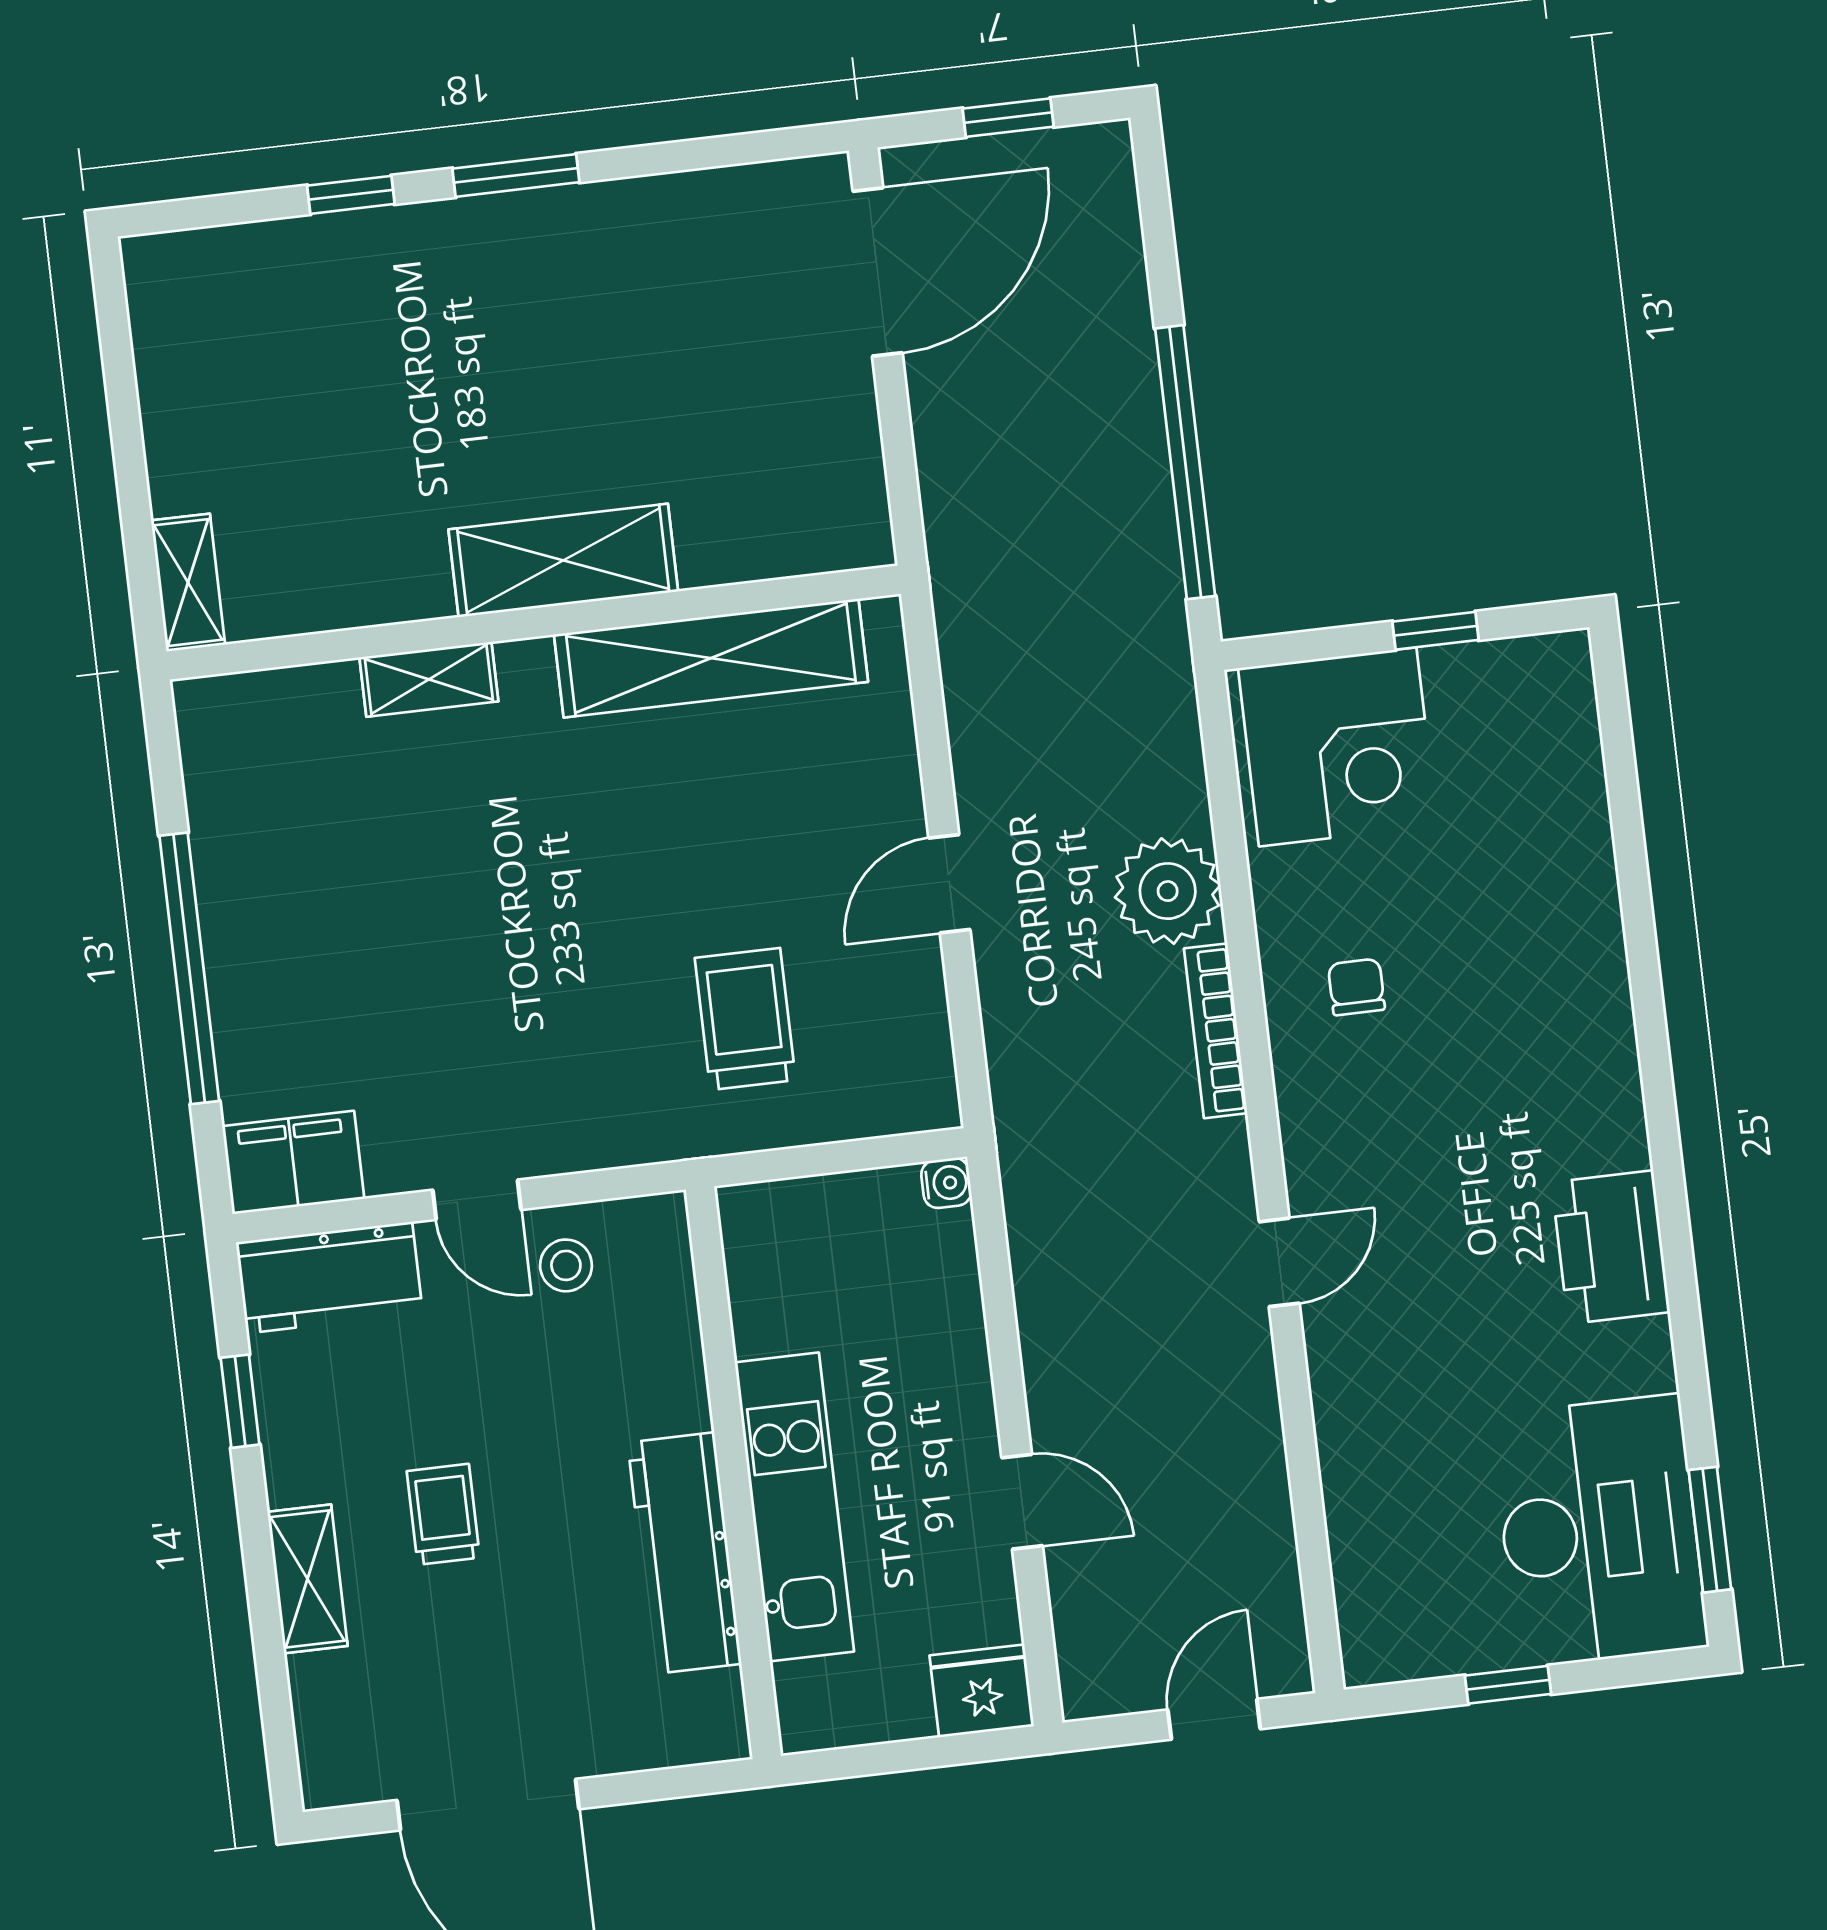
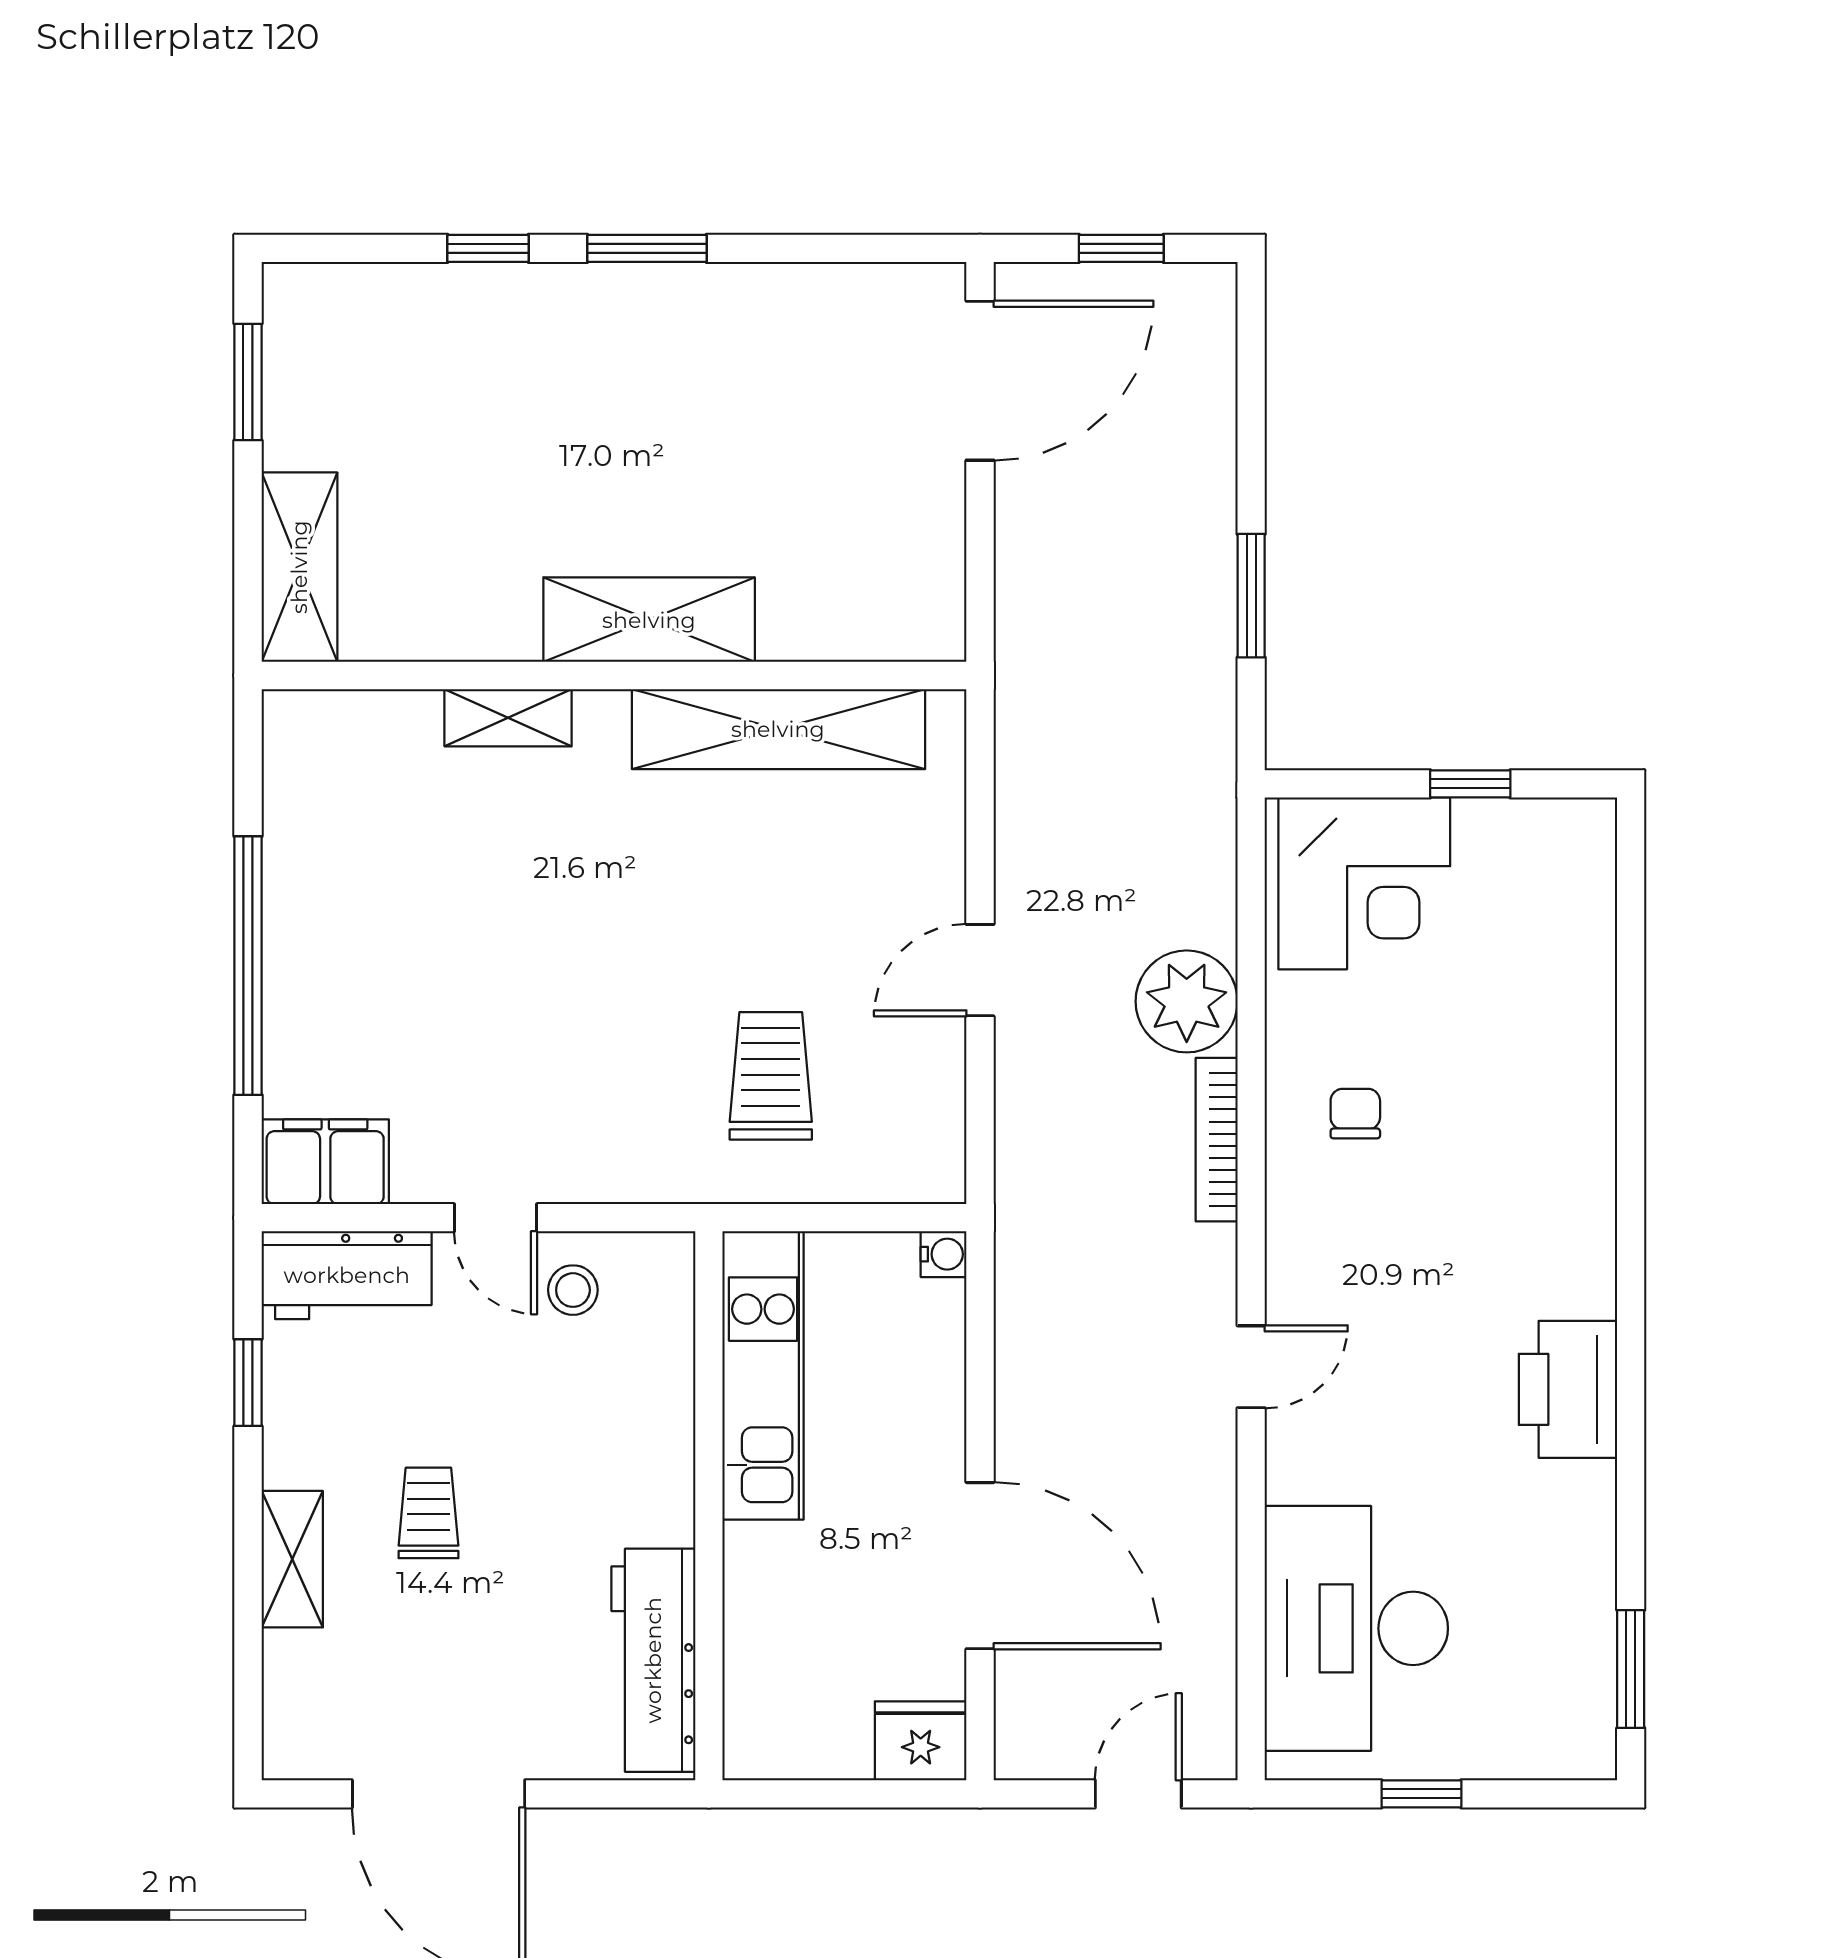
window: (118, 363) -> (248, 382), added
window: (1185, 462) -> (1251, 596), width x0.47
shelving: (188, 583) -> (299, 567), width x1.50, depth x1.33
door: (1022, 1502) -> (980, 1566), width x1.87
kitchen unit: (794, 1507) -> (763, 1375), moved
desk: (1599, 1531) -> (1356, 1628), moved, turned 180
workbench: (684, 1553) -> (653, 1660), moved

